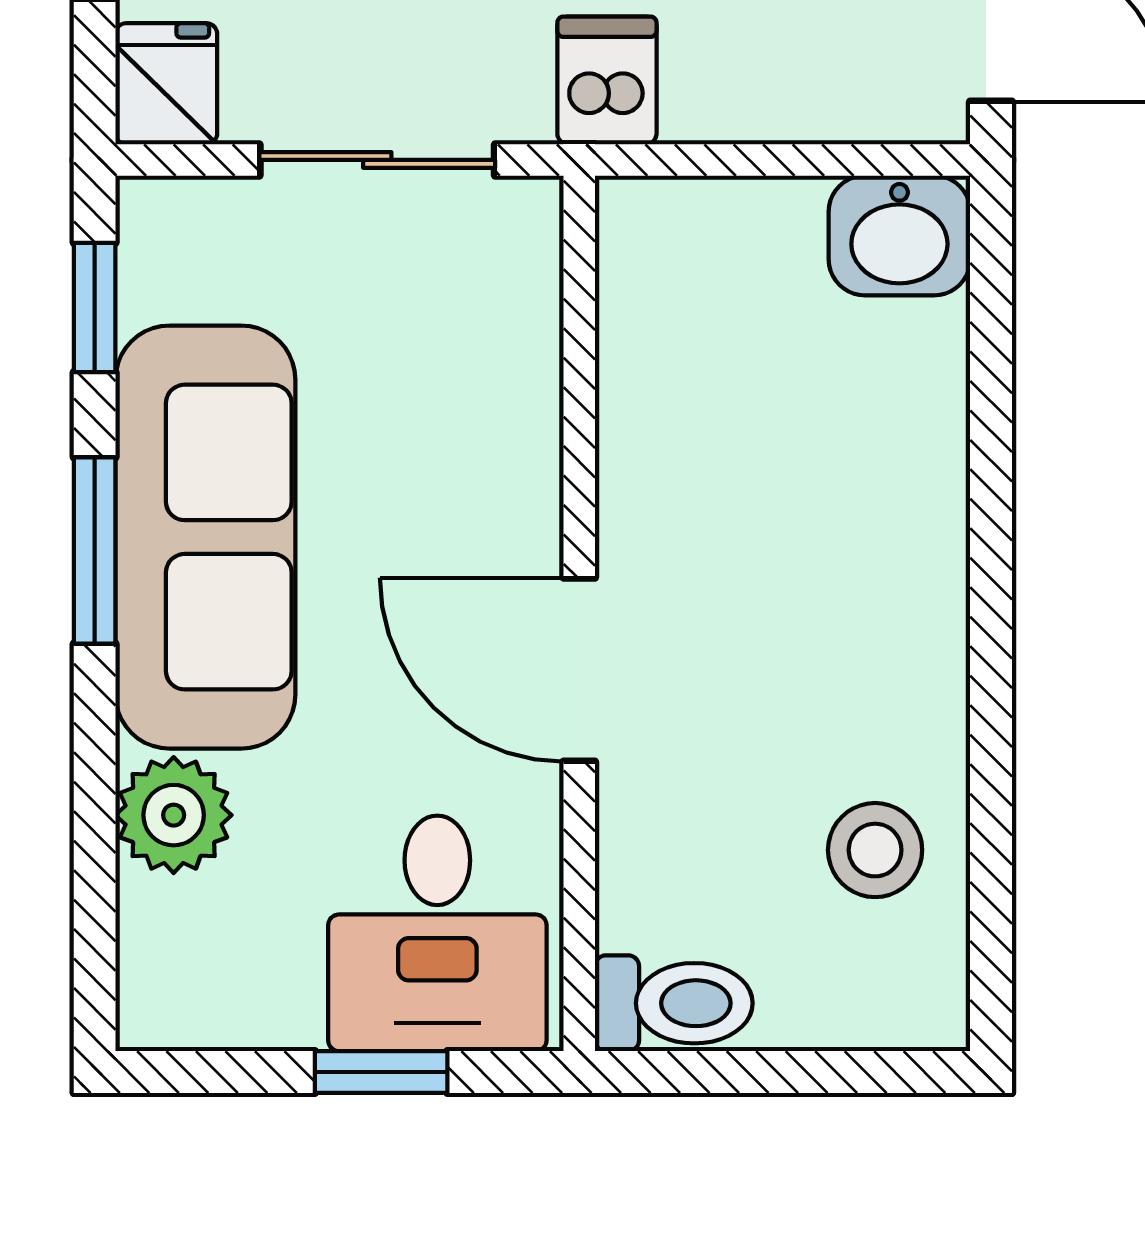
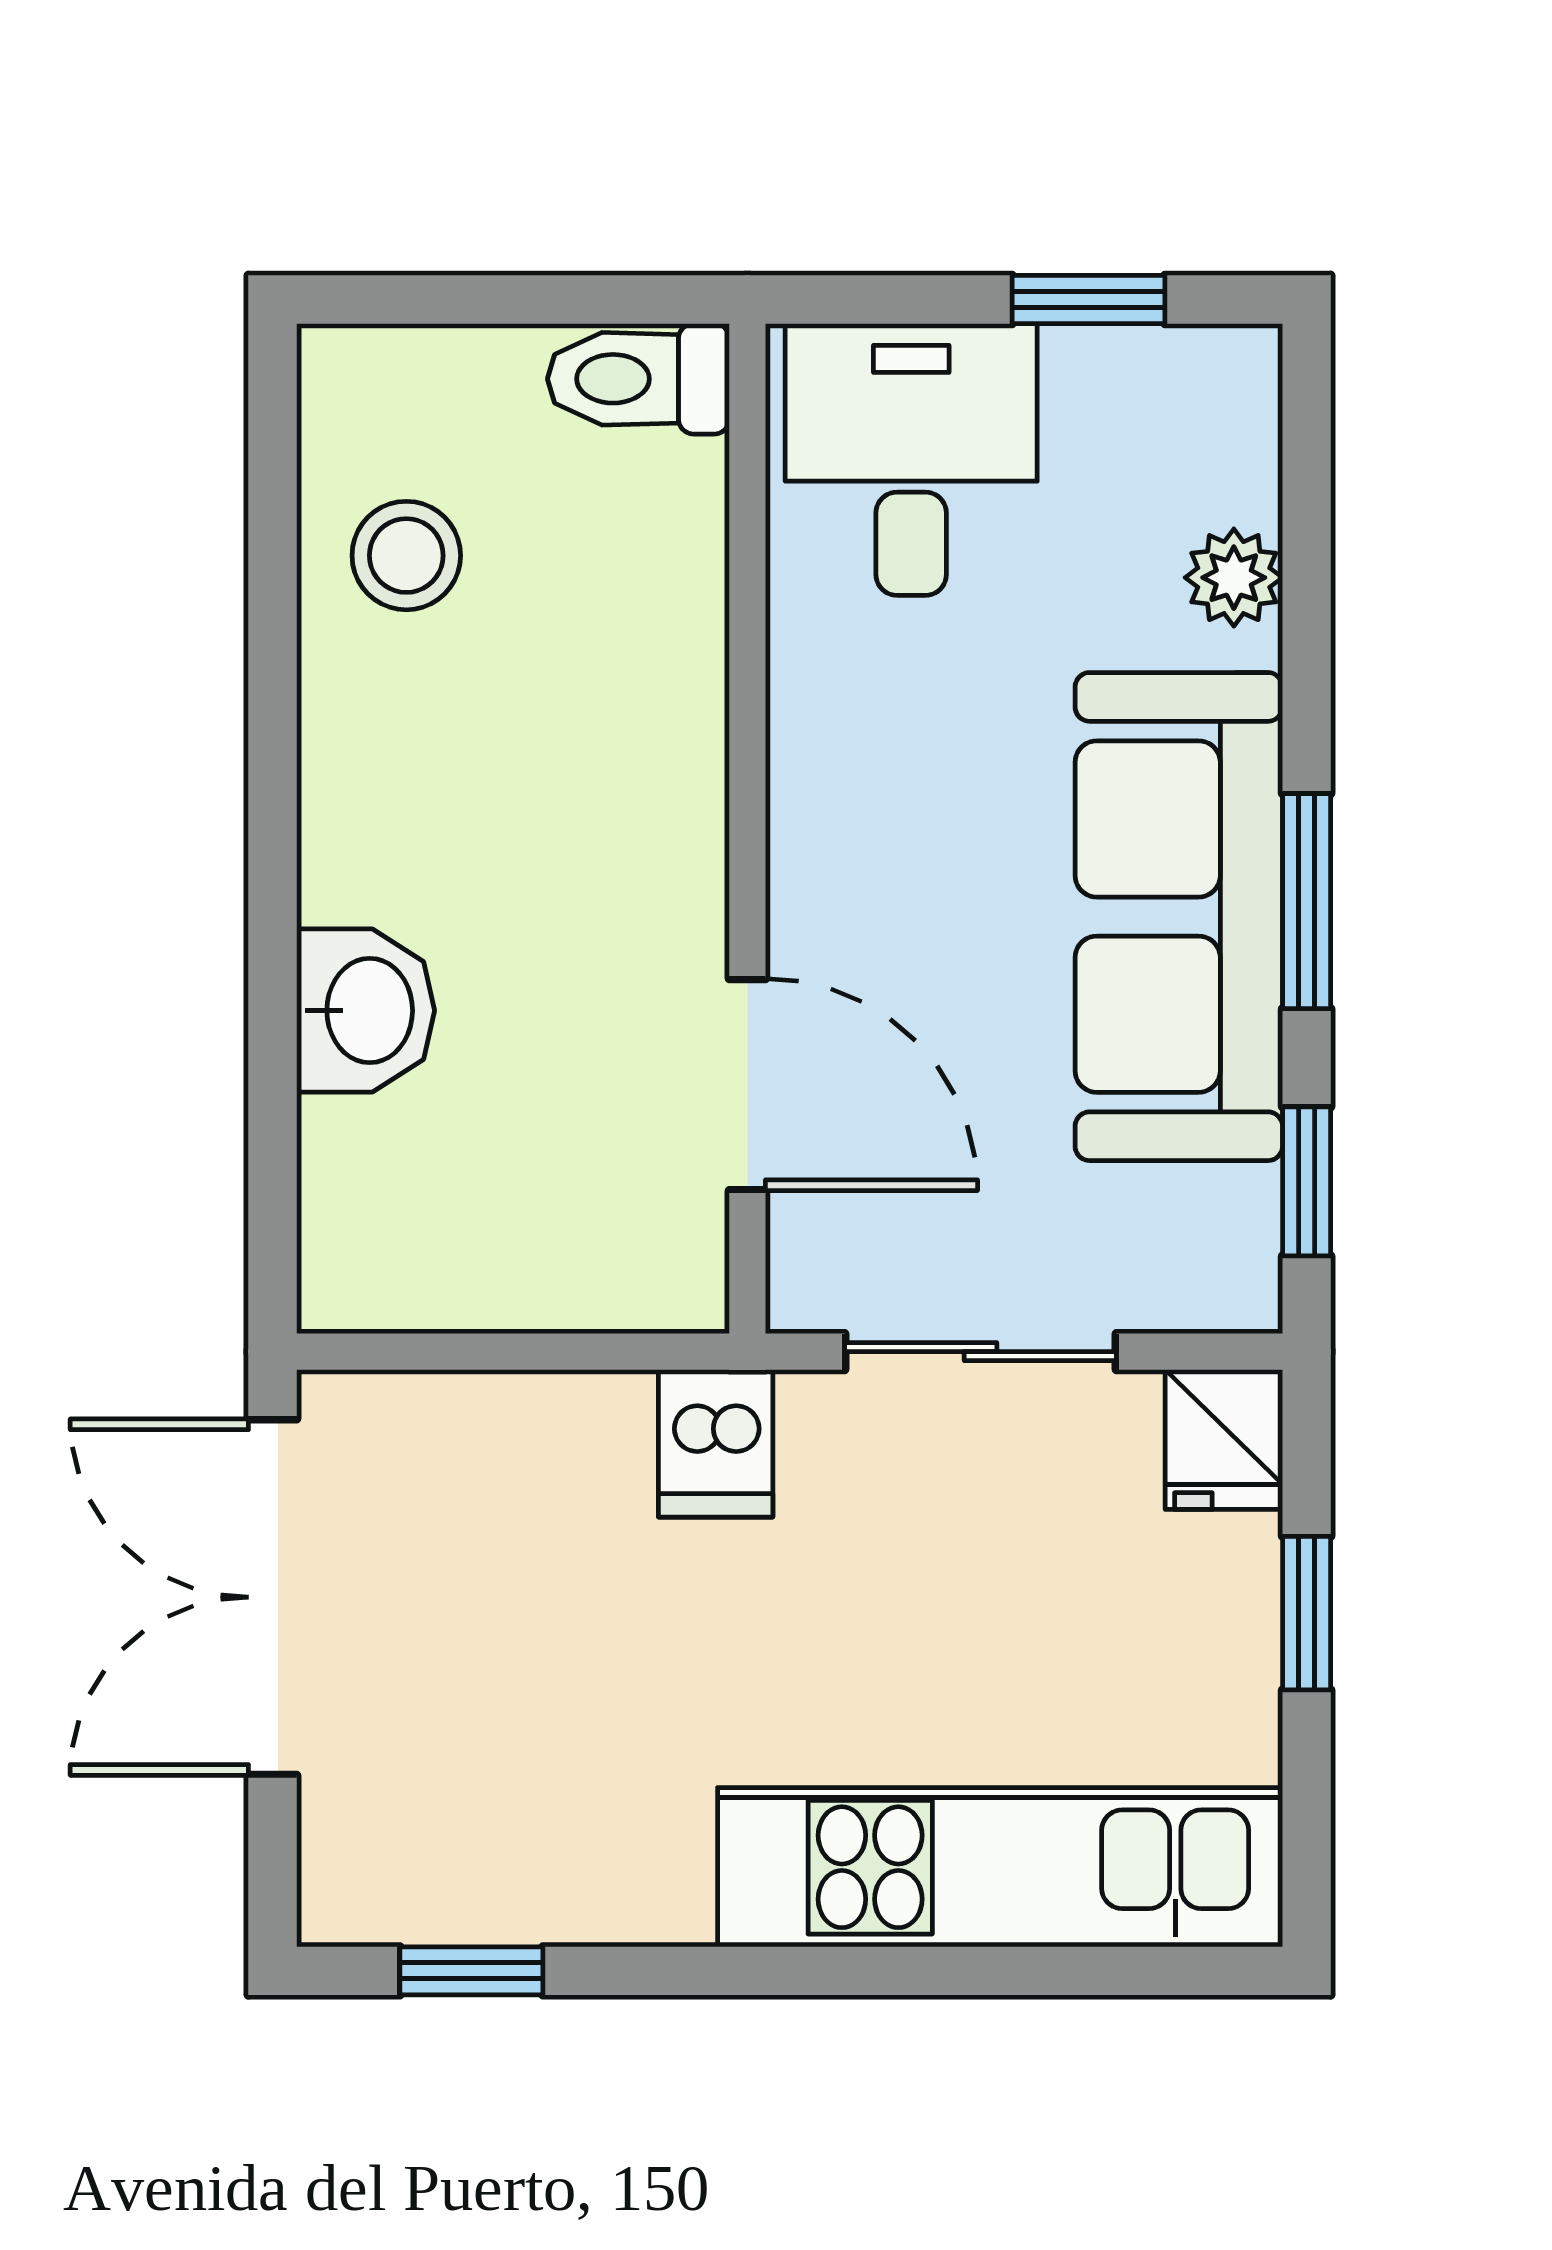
washbasin: (899, 235) -> (366, 1011), moved, turned 90
door: (579, 670) -> (747, 1085), moved
plant: (174, 815) -> (1234, 578), width x0.73, depth x0.73
window: (381, 1072) -> (1089, 299), moved

